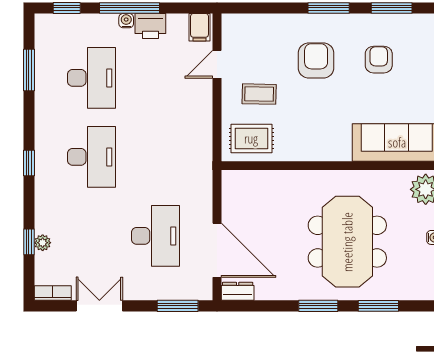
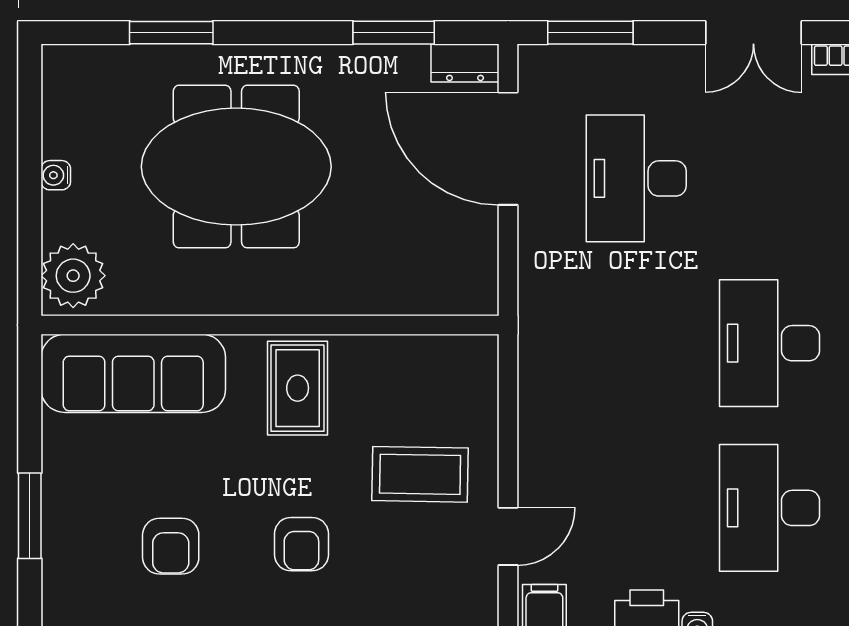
armchair: (316, 61) -> (301, 544), width x0.72, depth x0.72
coffee table: (259, 94) -> (420, 474), width x1.36, depth x1.30
rug: (251, 138) -> (298, 388), moved, turned 90
meeting table: (347, 242) -> (236, 167), turned 90
window: (318, 306) -> (394, 33), moved

